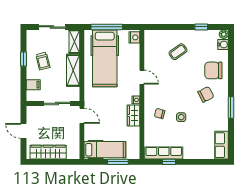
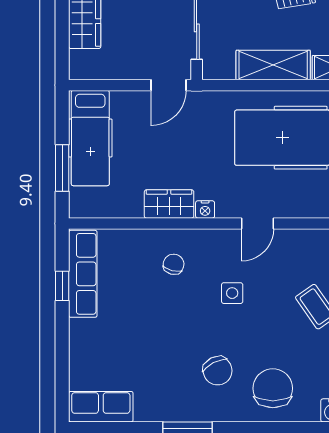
side table: (181, 117) -> (232, 293), moved

